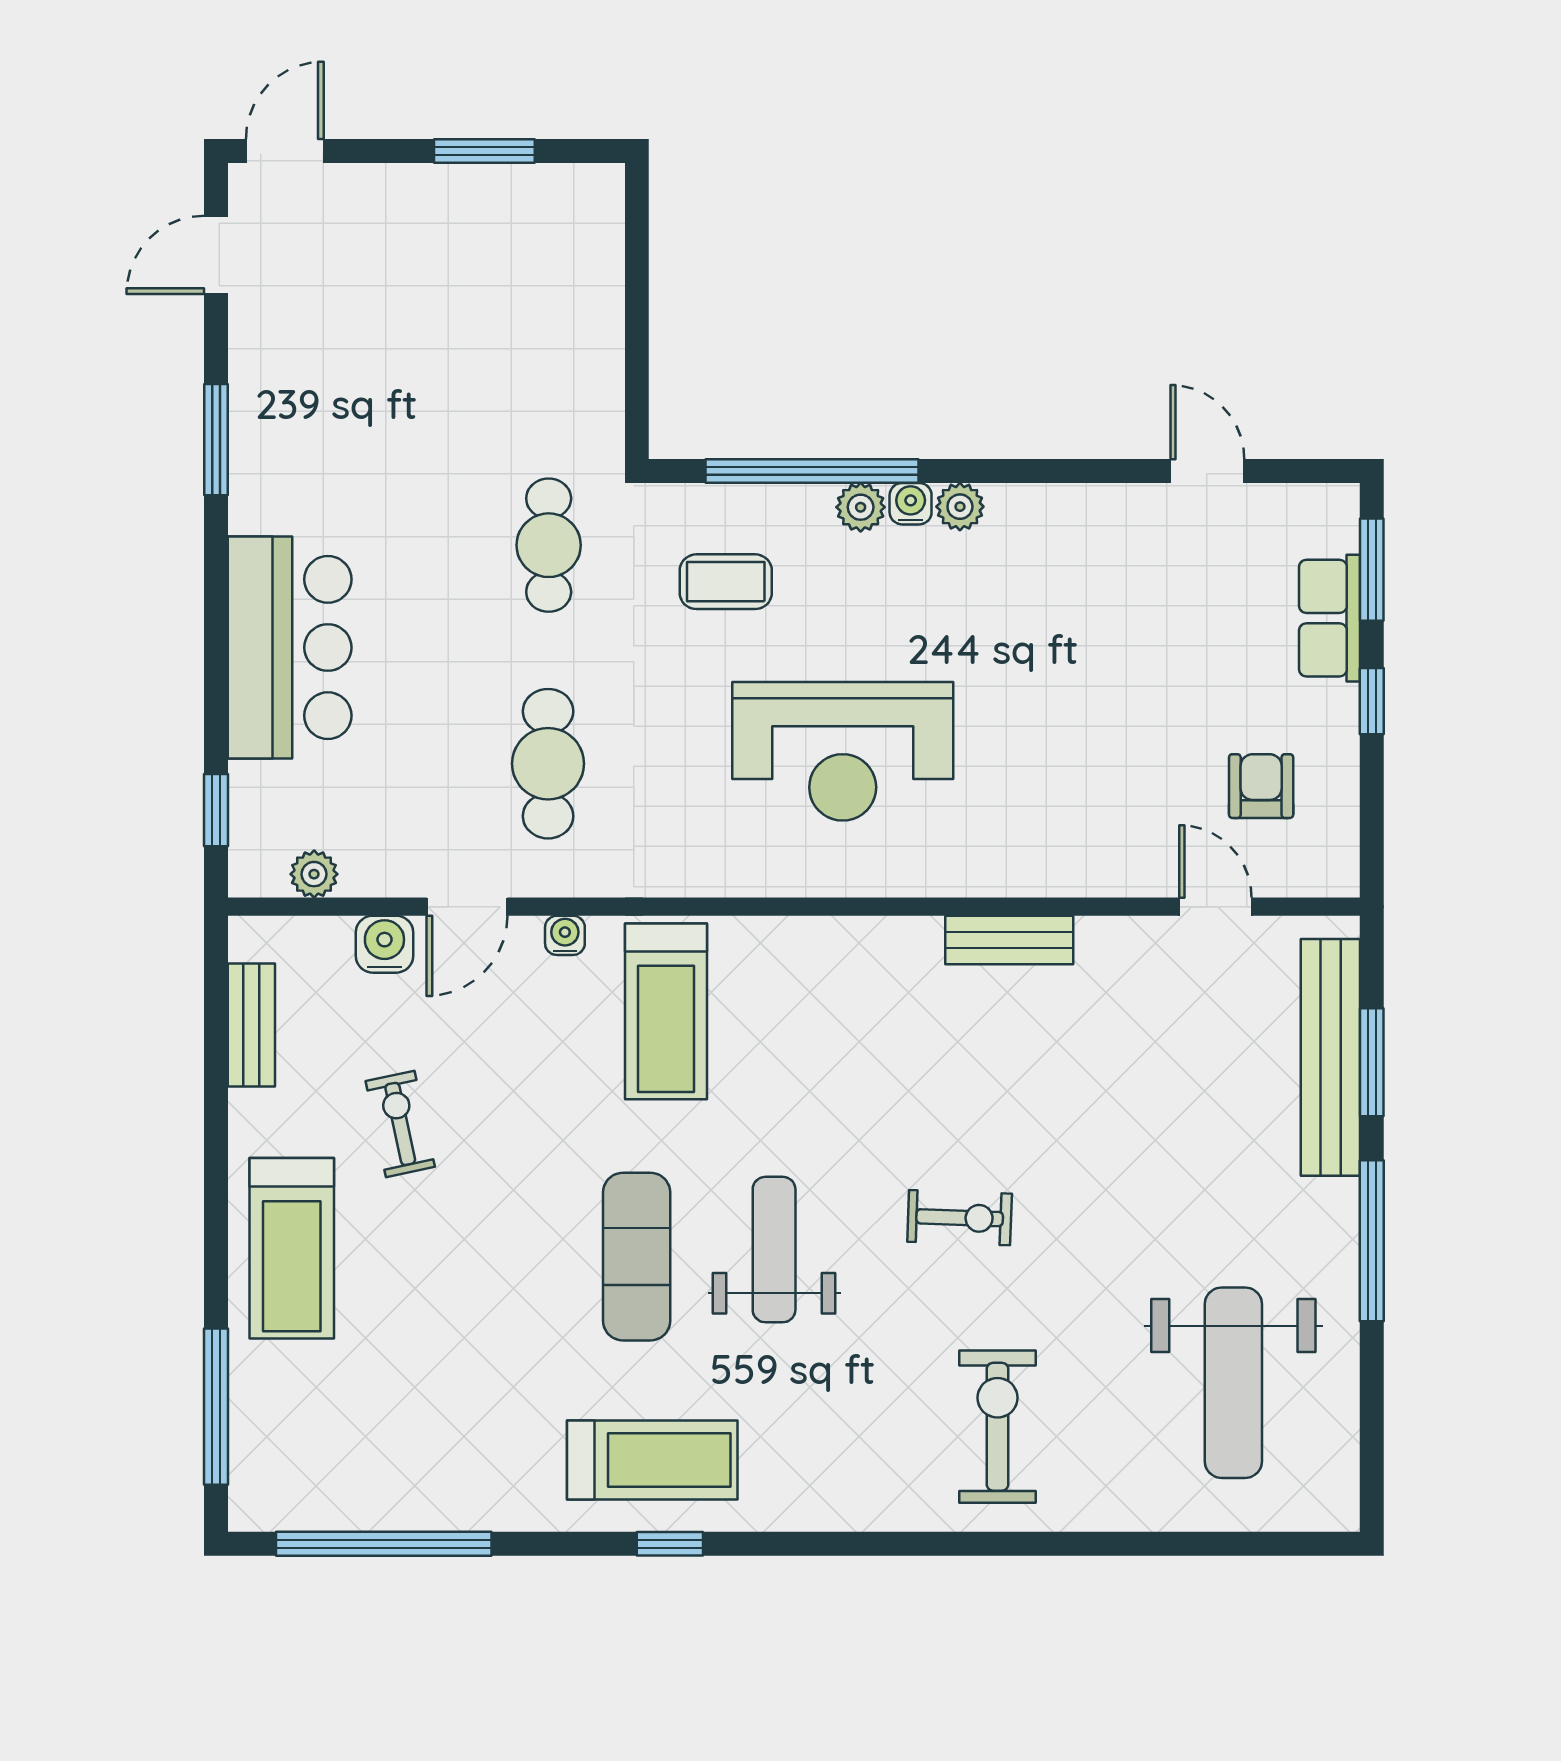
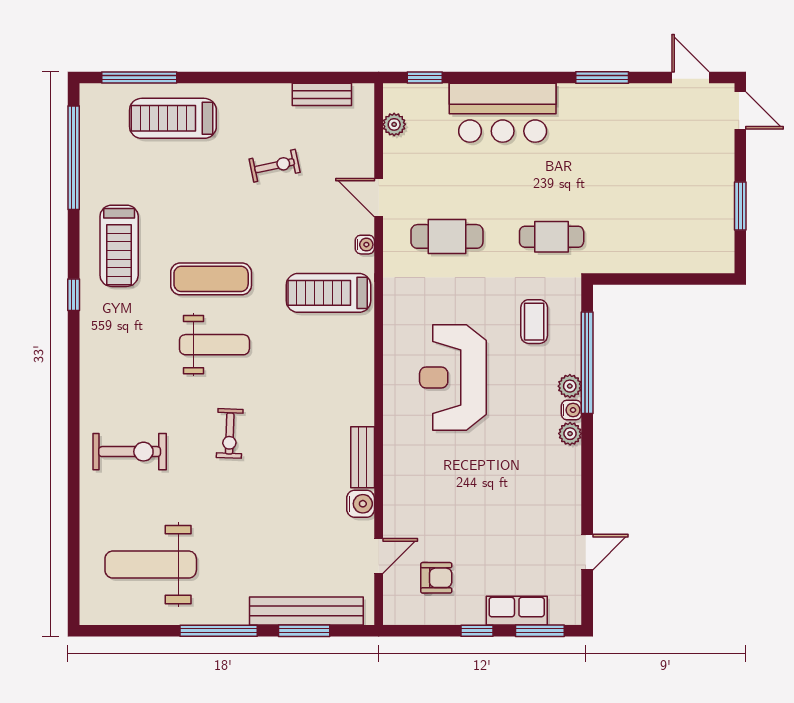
water cooler: (384, 944) -> (361, 504), moved
treadmill: (292, 1248) -> (173, 118), moved
treadmill: (652, 1460) -> (119, 246), moved

